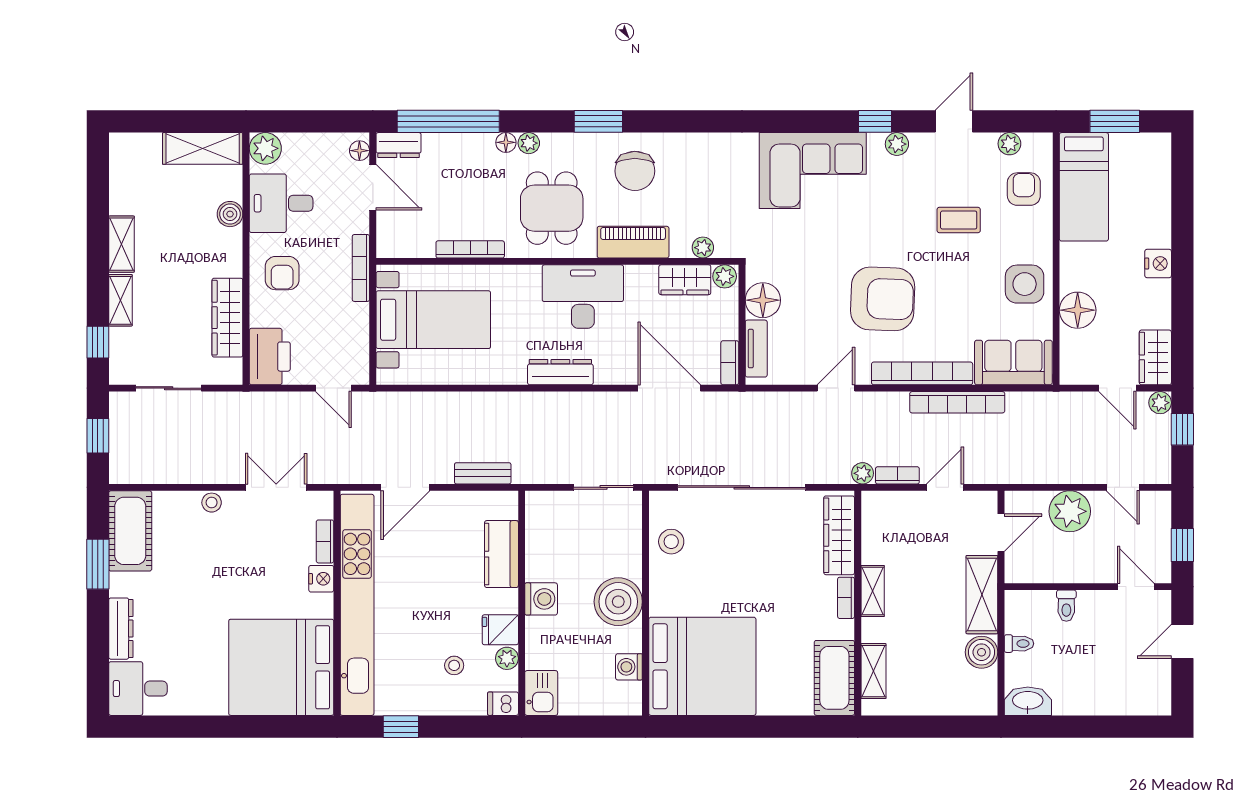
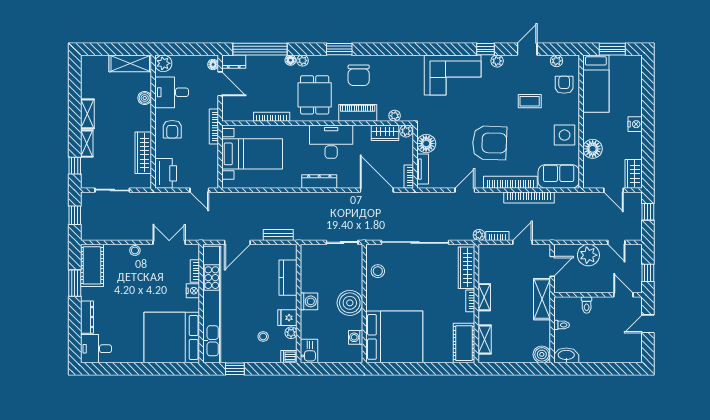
plant: (1160, 403) -> (636, 198), removed
boiler: (982, 652) -> (542, 354), moved

